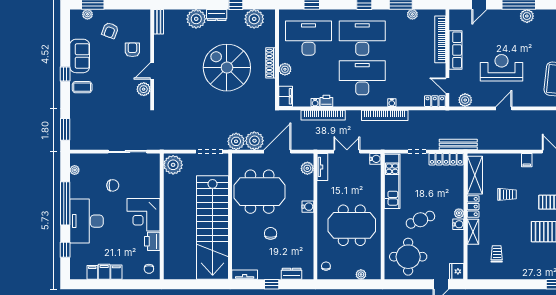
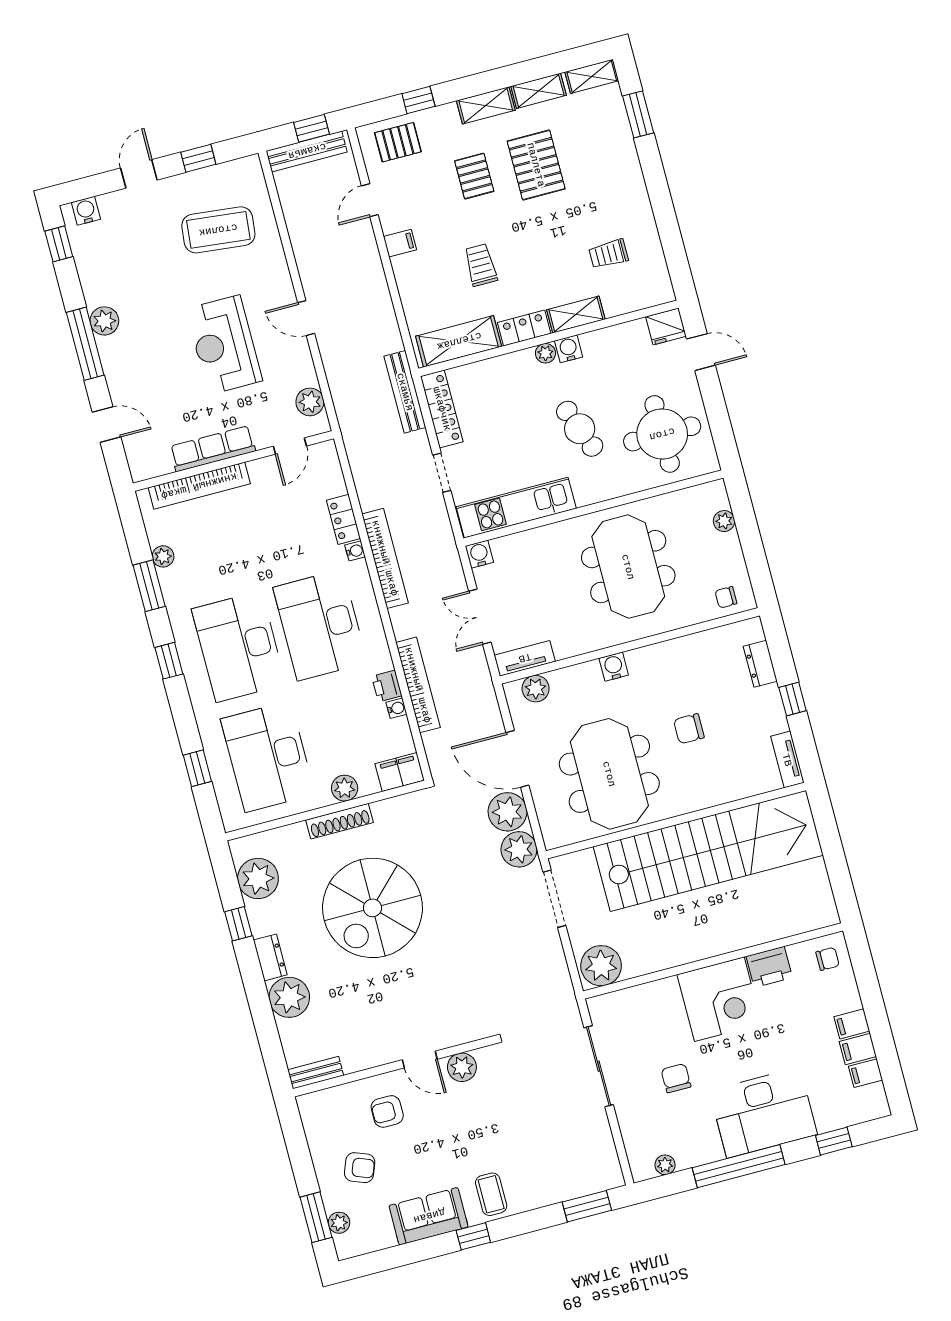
locker: (435, 101) -> (343, 519), moved

